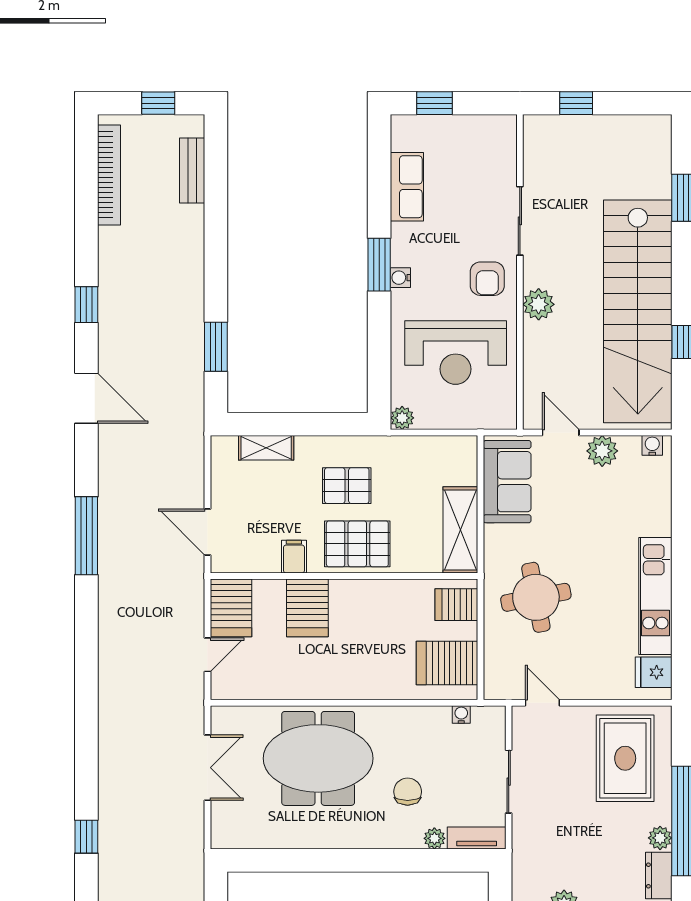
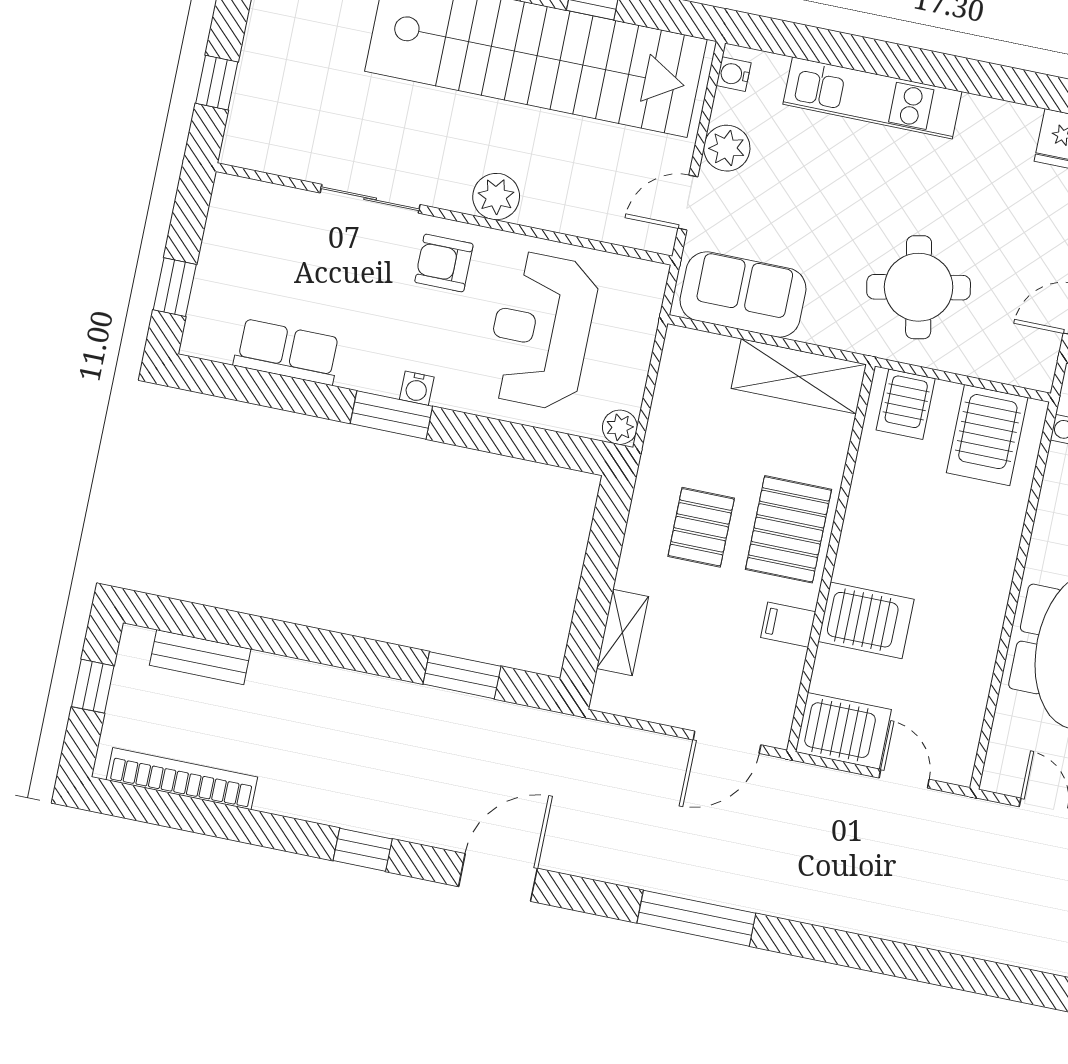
armchair: (487, 279) -> (444, 263), turned 180
reception desk: (456, 353) -> (541, 331), turned 180
kitchen unit: (655, 596) -> (872, 98), moved

